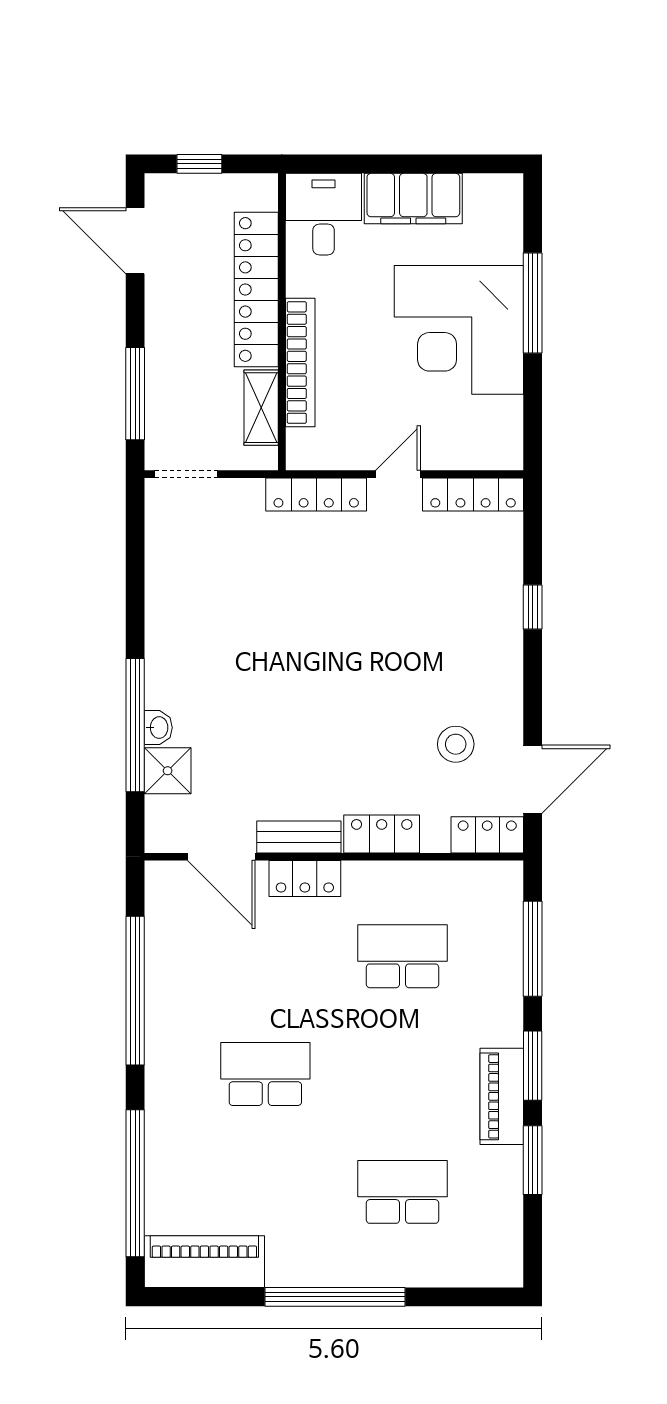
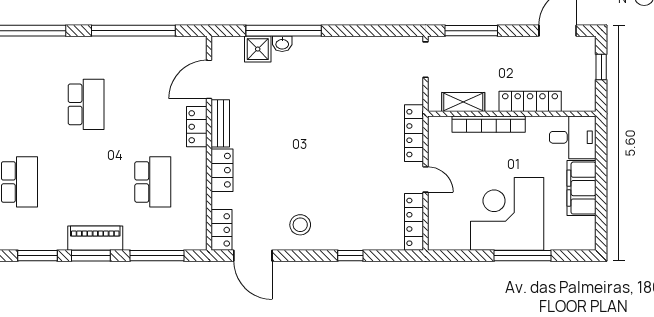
locker: (256, 289) -> (530, 101), width x0.71, depth x0.83
stool: (456, 744) -> (300, 225), moved
piano: (502, 1096) -> (95, 238), moved

